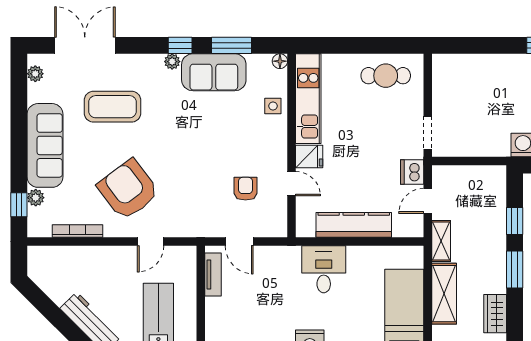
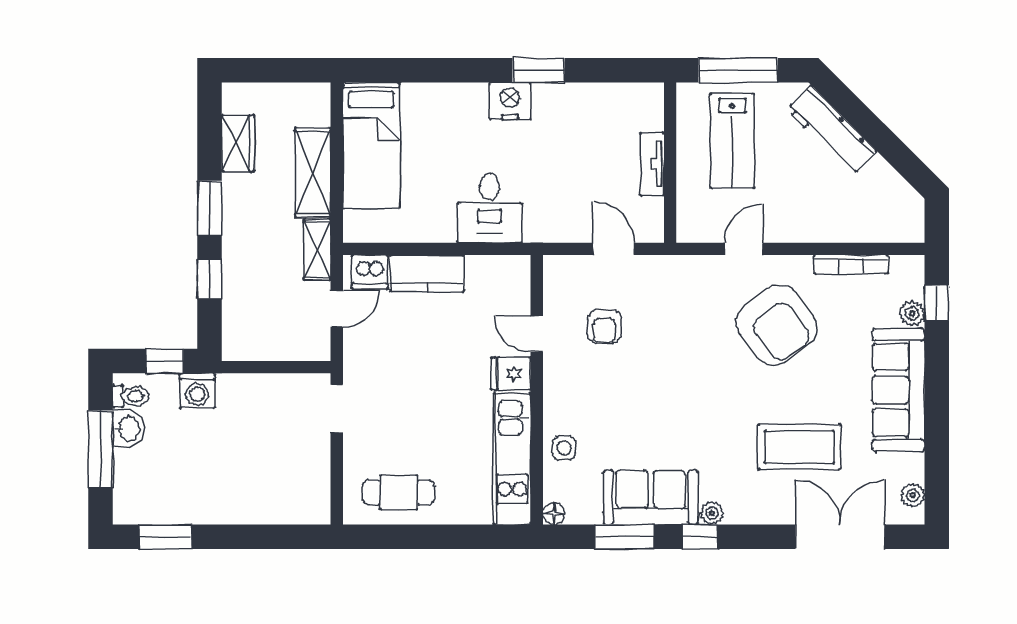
double door: (85, 45) -> (840, 537), swing flipped
dishwasher: (412, 172) -> (370, 272), moved, turned 90
kitchen counter: (354, 225) -> (427, 273), width x0.67
tv unit: (213, 275) -> (652, 164), moved

